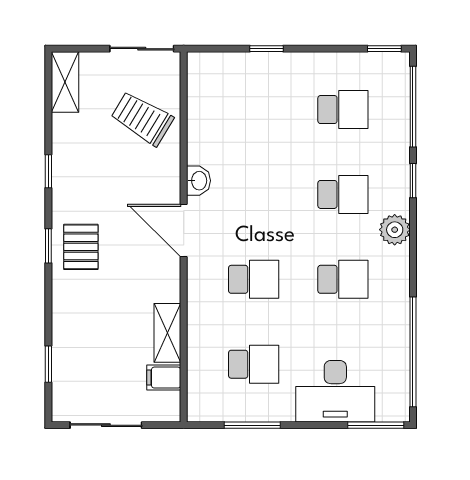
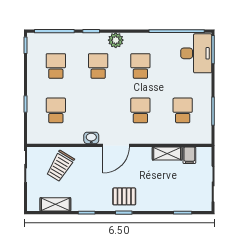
shelving: (65, 82) -> (55, 204), moved
school desk: (254, 110) -> (56, 110), added
desk: (335, 391) -> (196, 53), moved

